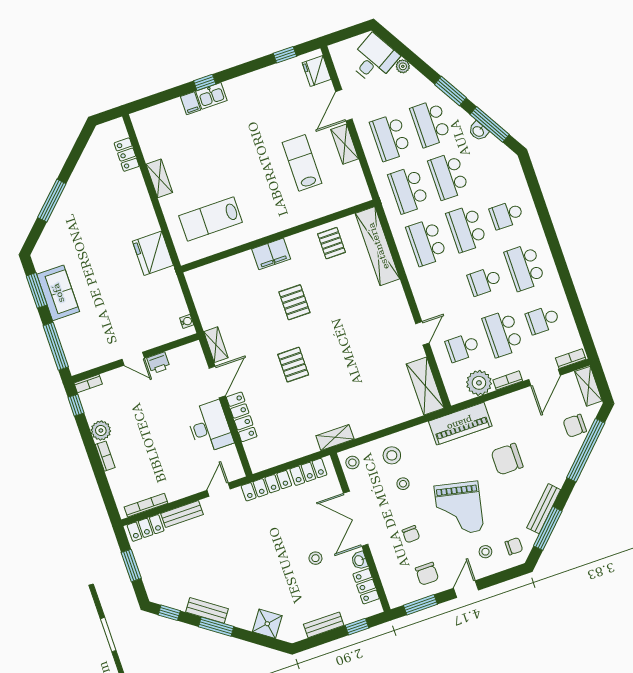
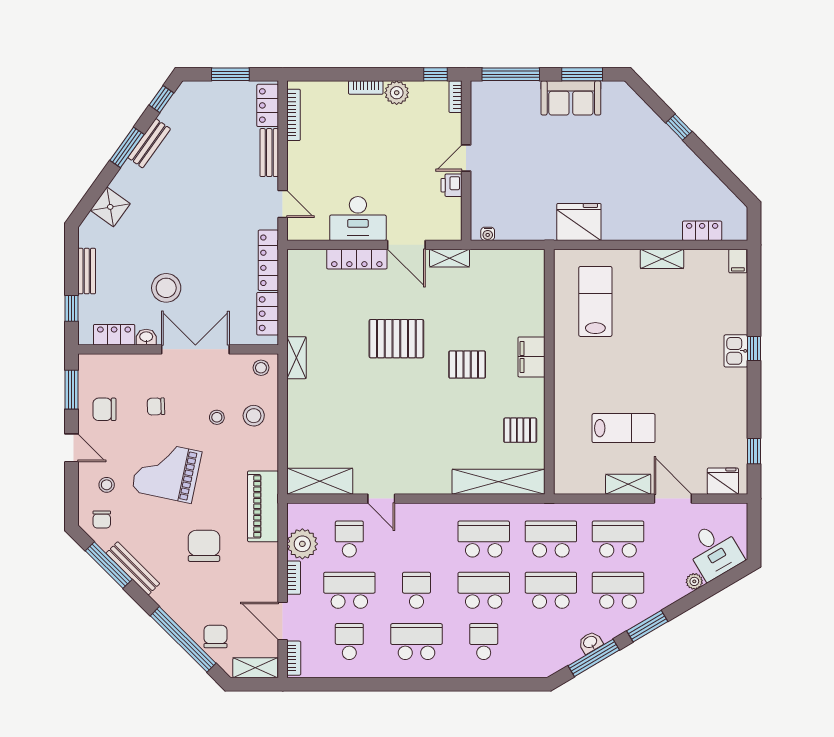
filing cabinet: (191, 103) -> (738, 261), moved, turned -90
window: (52, 201) -> (679, 127), width x0.46
pallet: (293, 365) -> (396, 339), width x1.50, depth x1.42
stool: (315, 558) -> (166, 288), width x1.89, depth x1.89

